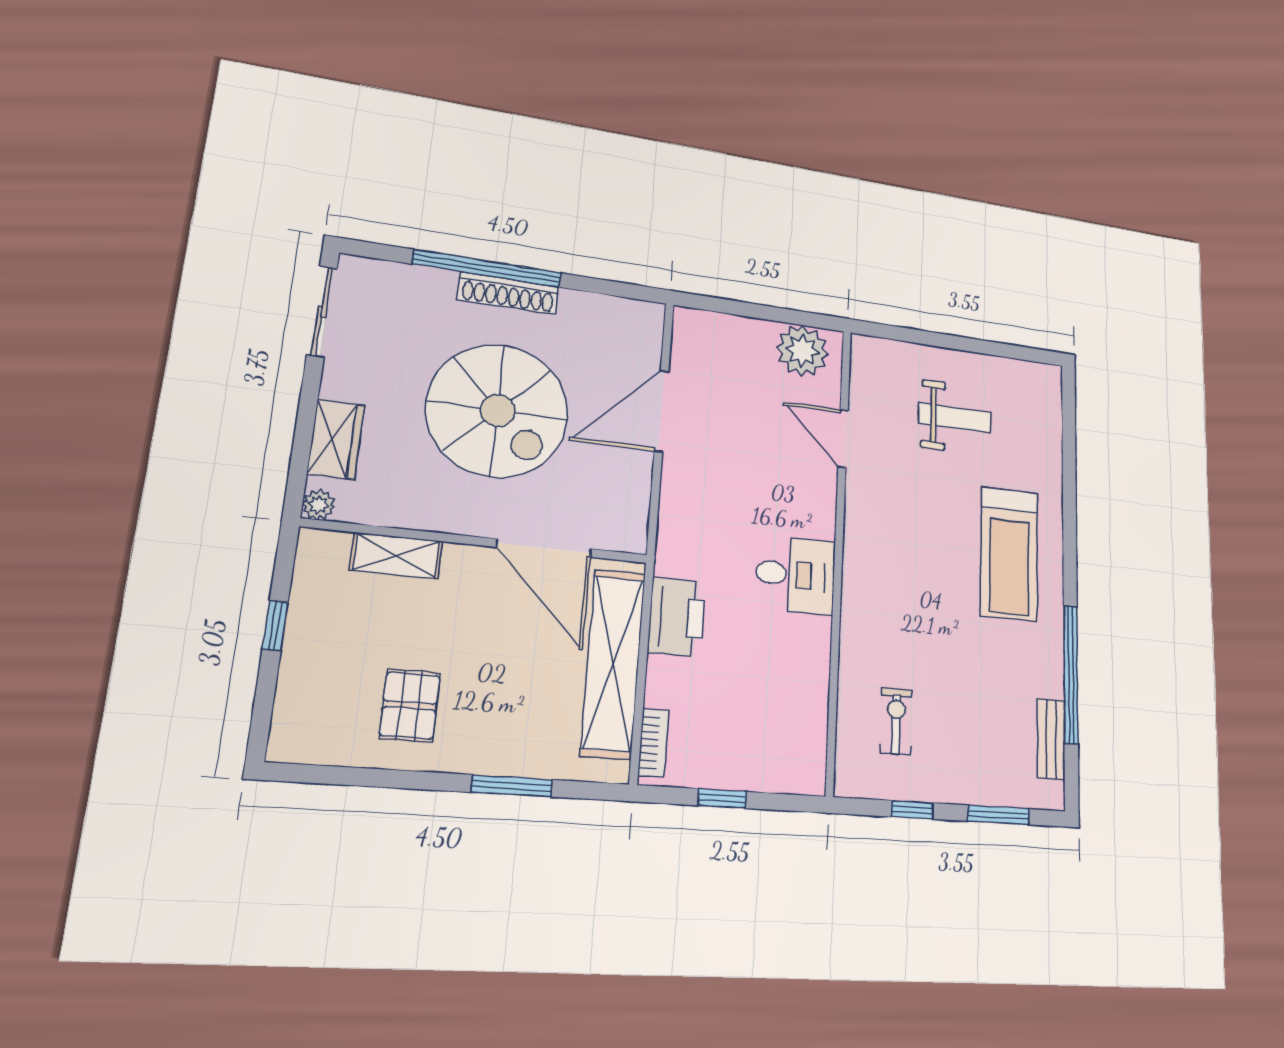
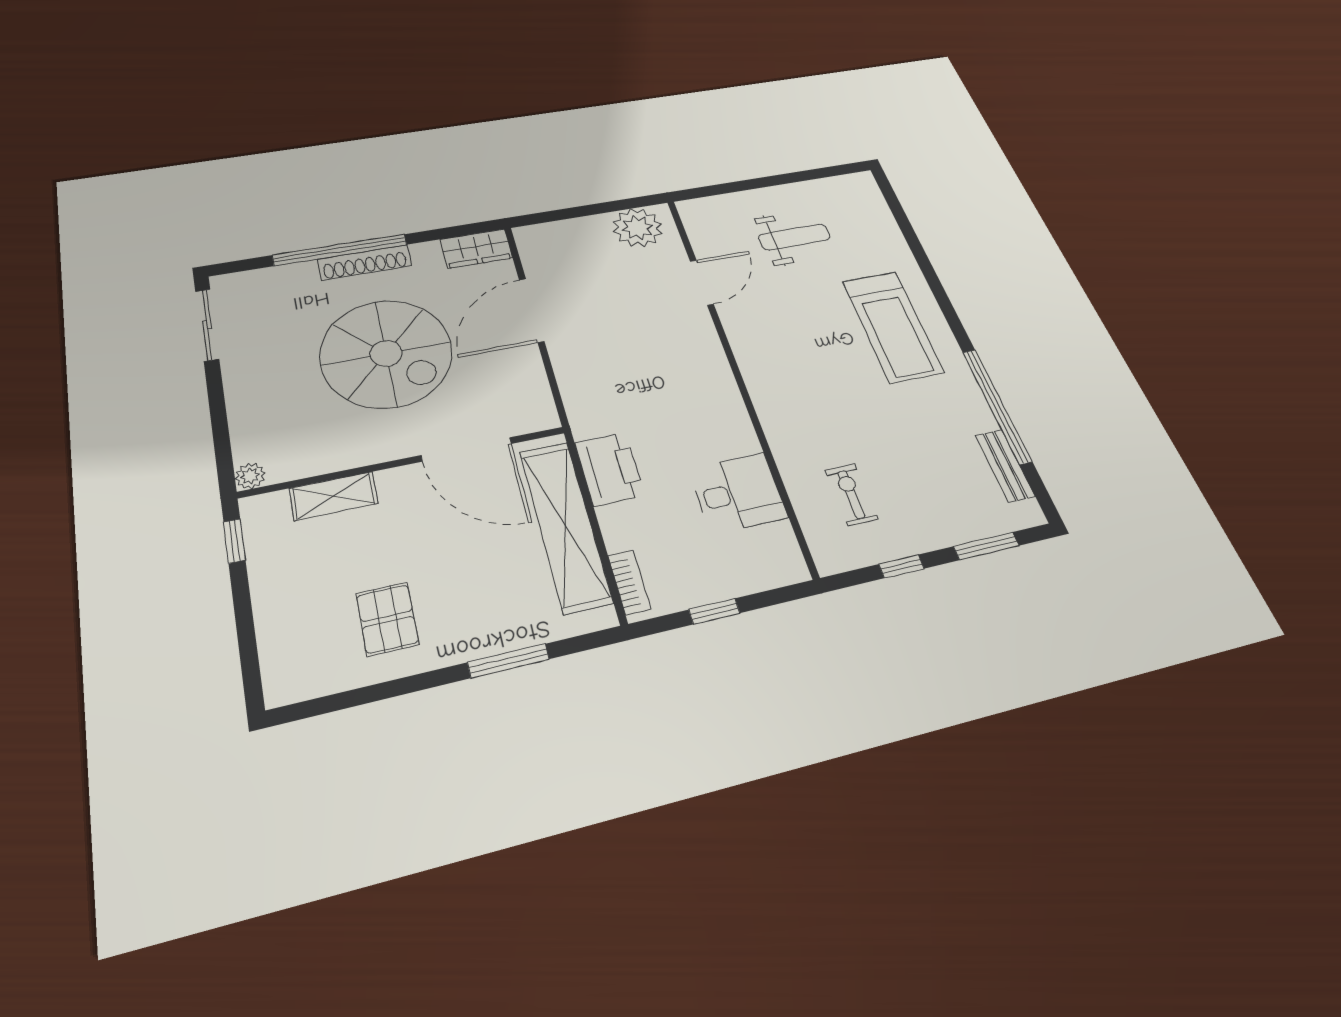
wardrobe: (336, 439) -> (476, 249), moved, turned 90
door: (843, 439) -> (702, 283), swing flipped
desk: (795, 575) -> (738, 493), moved
window: (275, 625) -> (234, 541), moved

